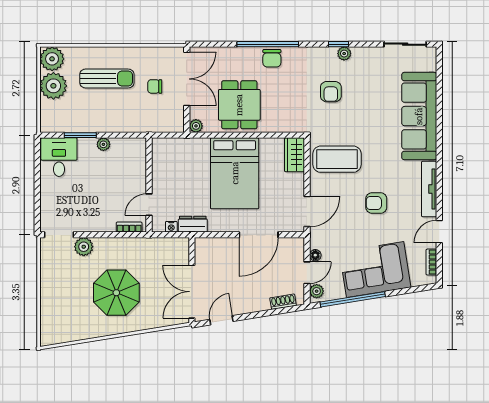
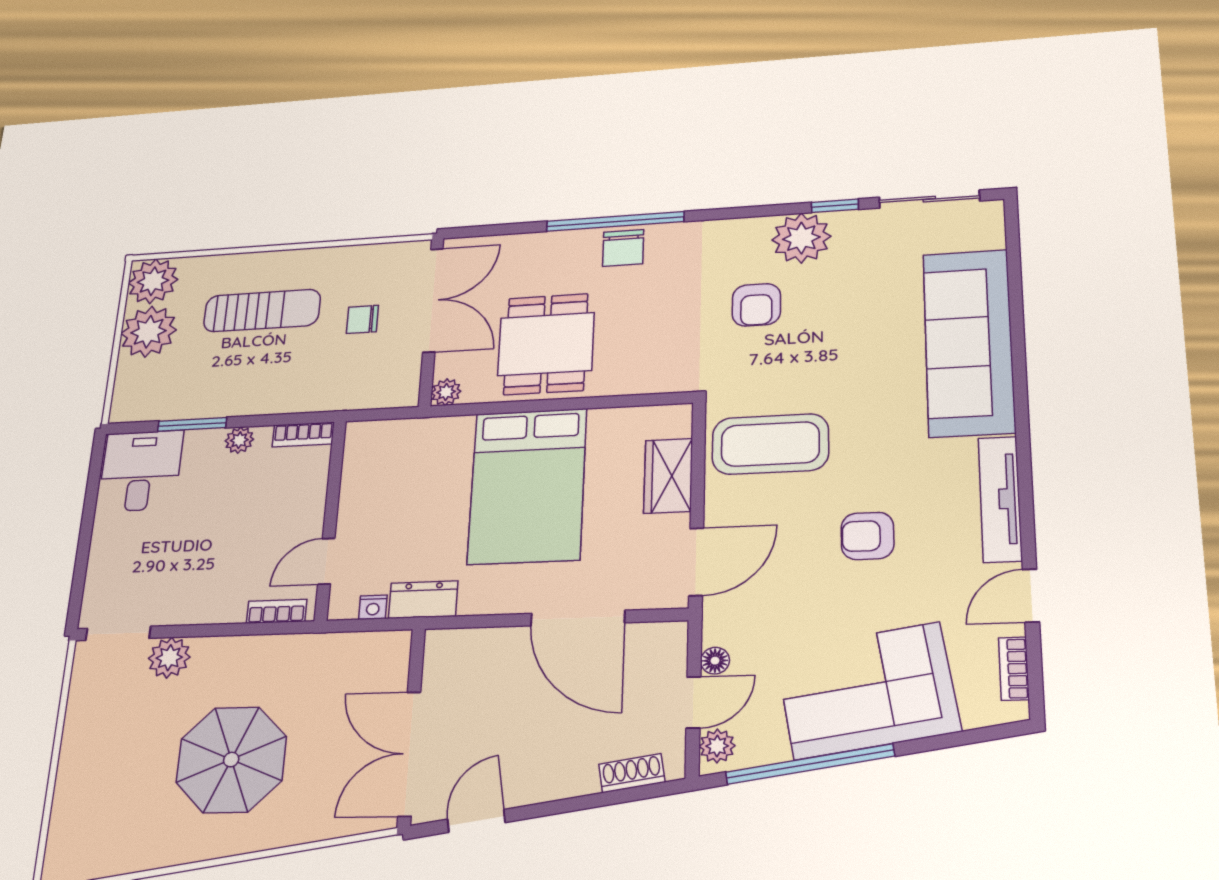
window: (339, 44) -> (835, 206), moved
plant: (344, 54) -> (801, 238), width x1.87, depth x1.87
bookcase: (133, 143) -> (303, 435), added
wardrobe: (294, 155) -> (668, 476), moved
door: (259, 235) -> (578, 618), hinge flipped

